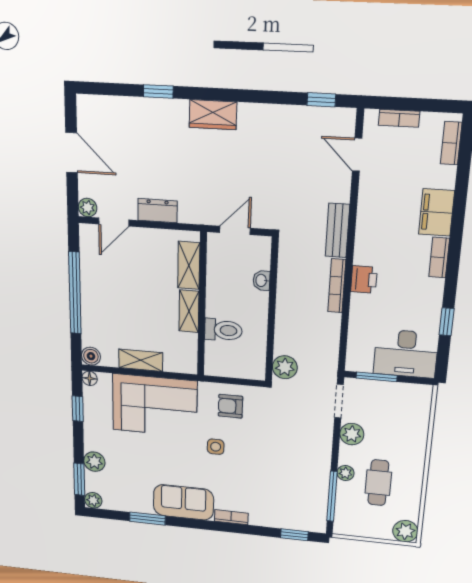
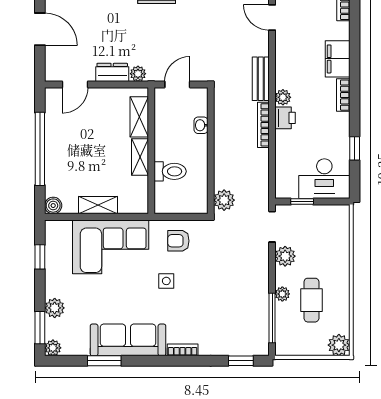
plant: (88, 208) -> (138, 74), moved
plant: (363, 255) -> (283, 97), added
window: (377, 377) -> (302, 202), width x0.67
floor lamp: (90, 378) -> (52, 227), removed
sofa: (183, 502) -> (128, 340), width x1.36

